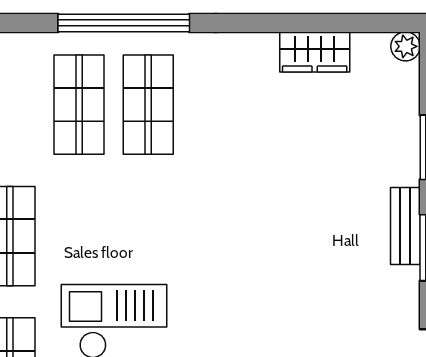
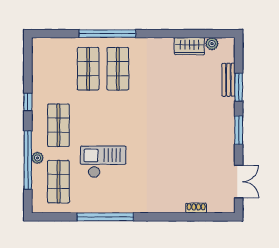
plant: (406, 46) -> (212, 44), moved
bench: (405, 226) -> (228, 80), moved

